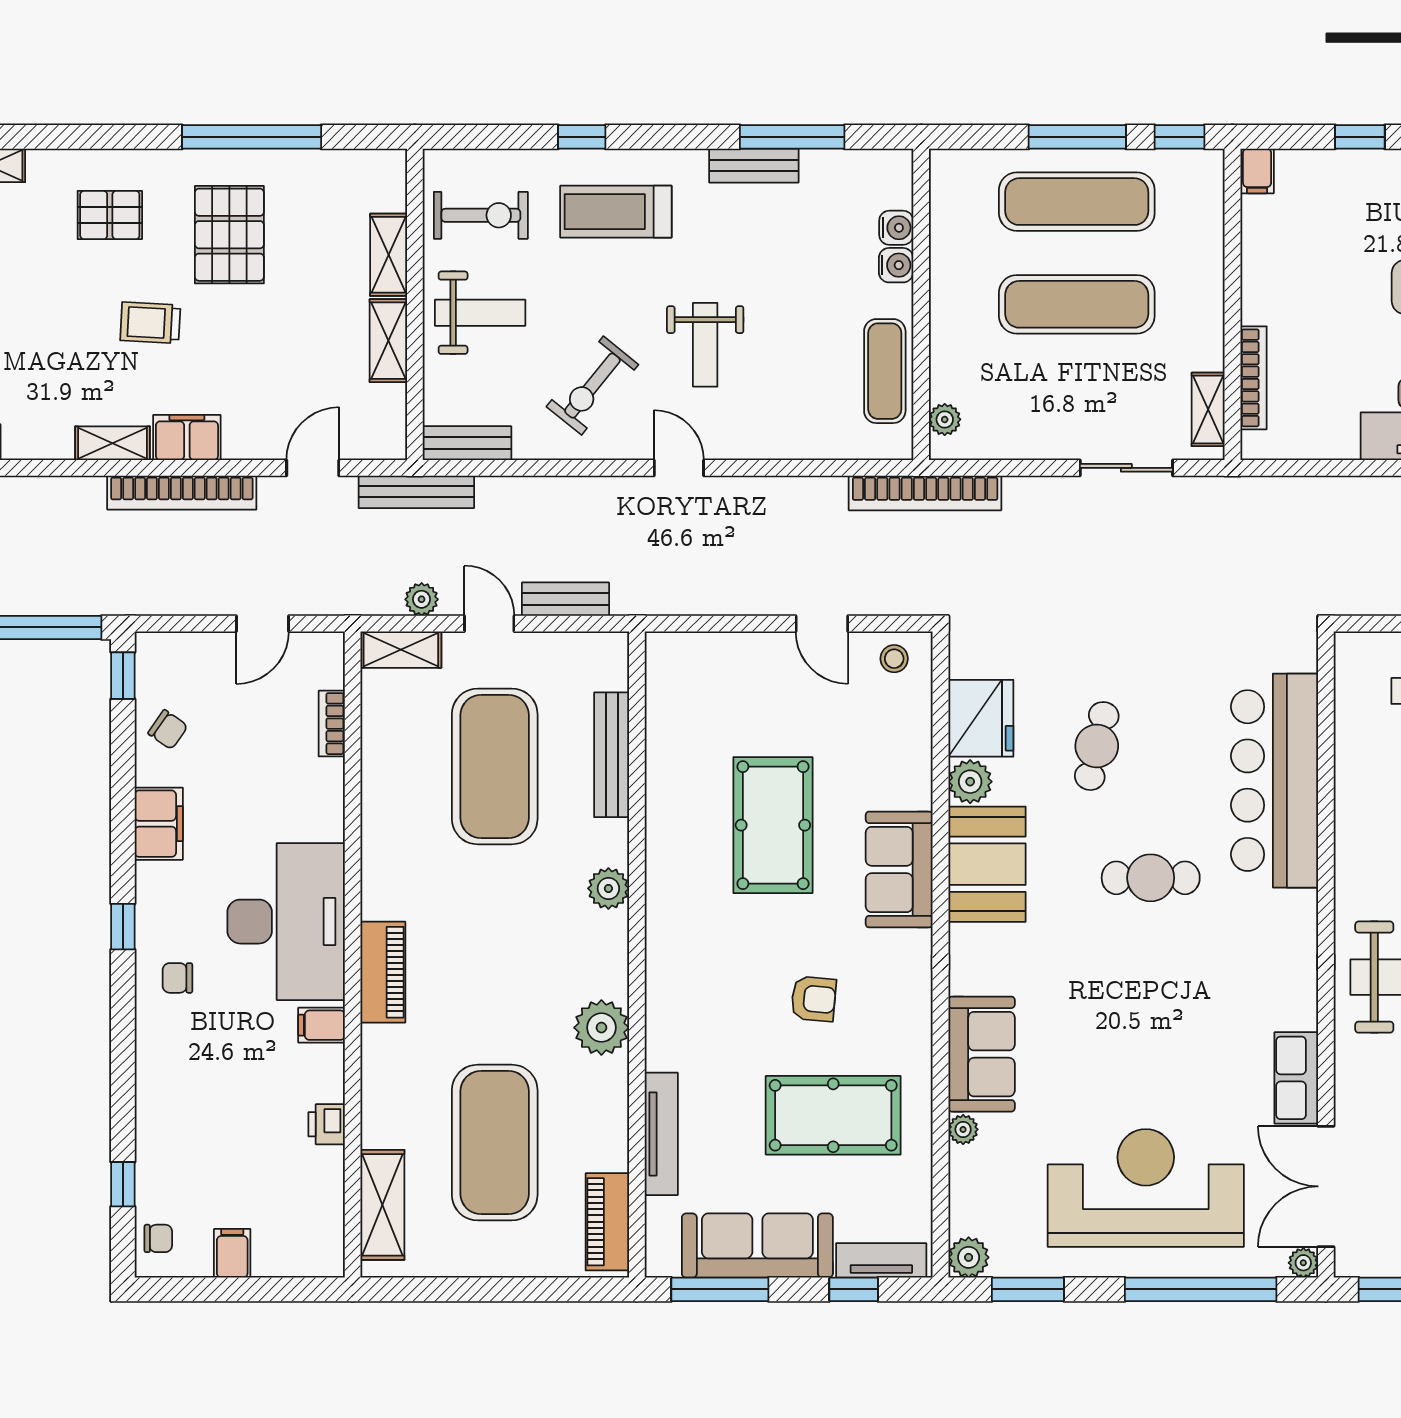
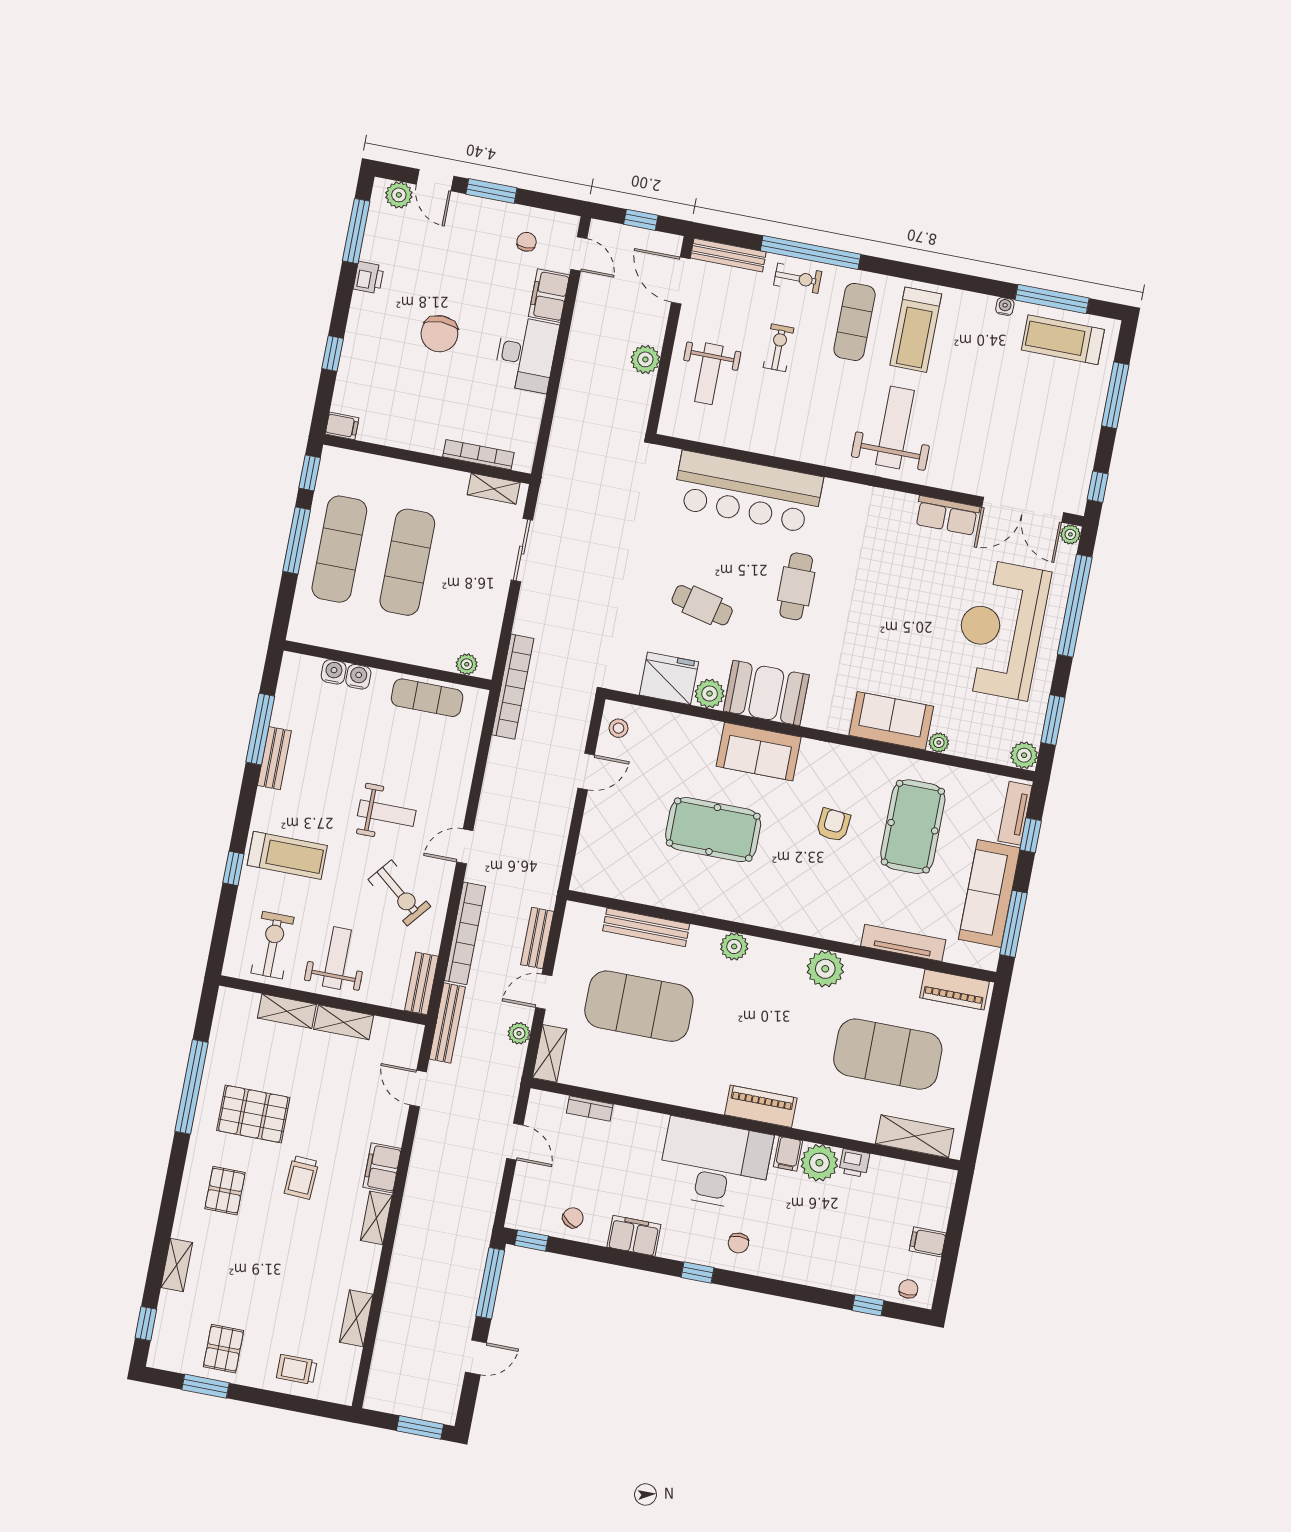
treadmill: (616, 212) -> (287, 855), turned -90
bookcase: (182, 493) -> (465, 933), moved
plant: (317, 1073) -> (819, 1163), added

